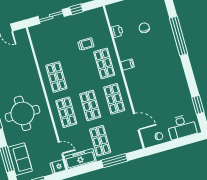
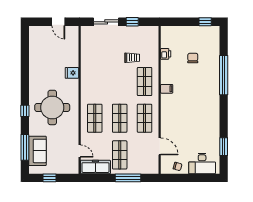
shop shelf: (56, 77) -> (95, 82), removed
fridge: (58, 167) -> (72, 73), moved

